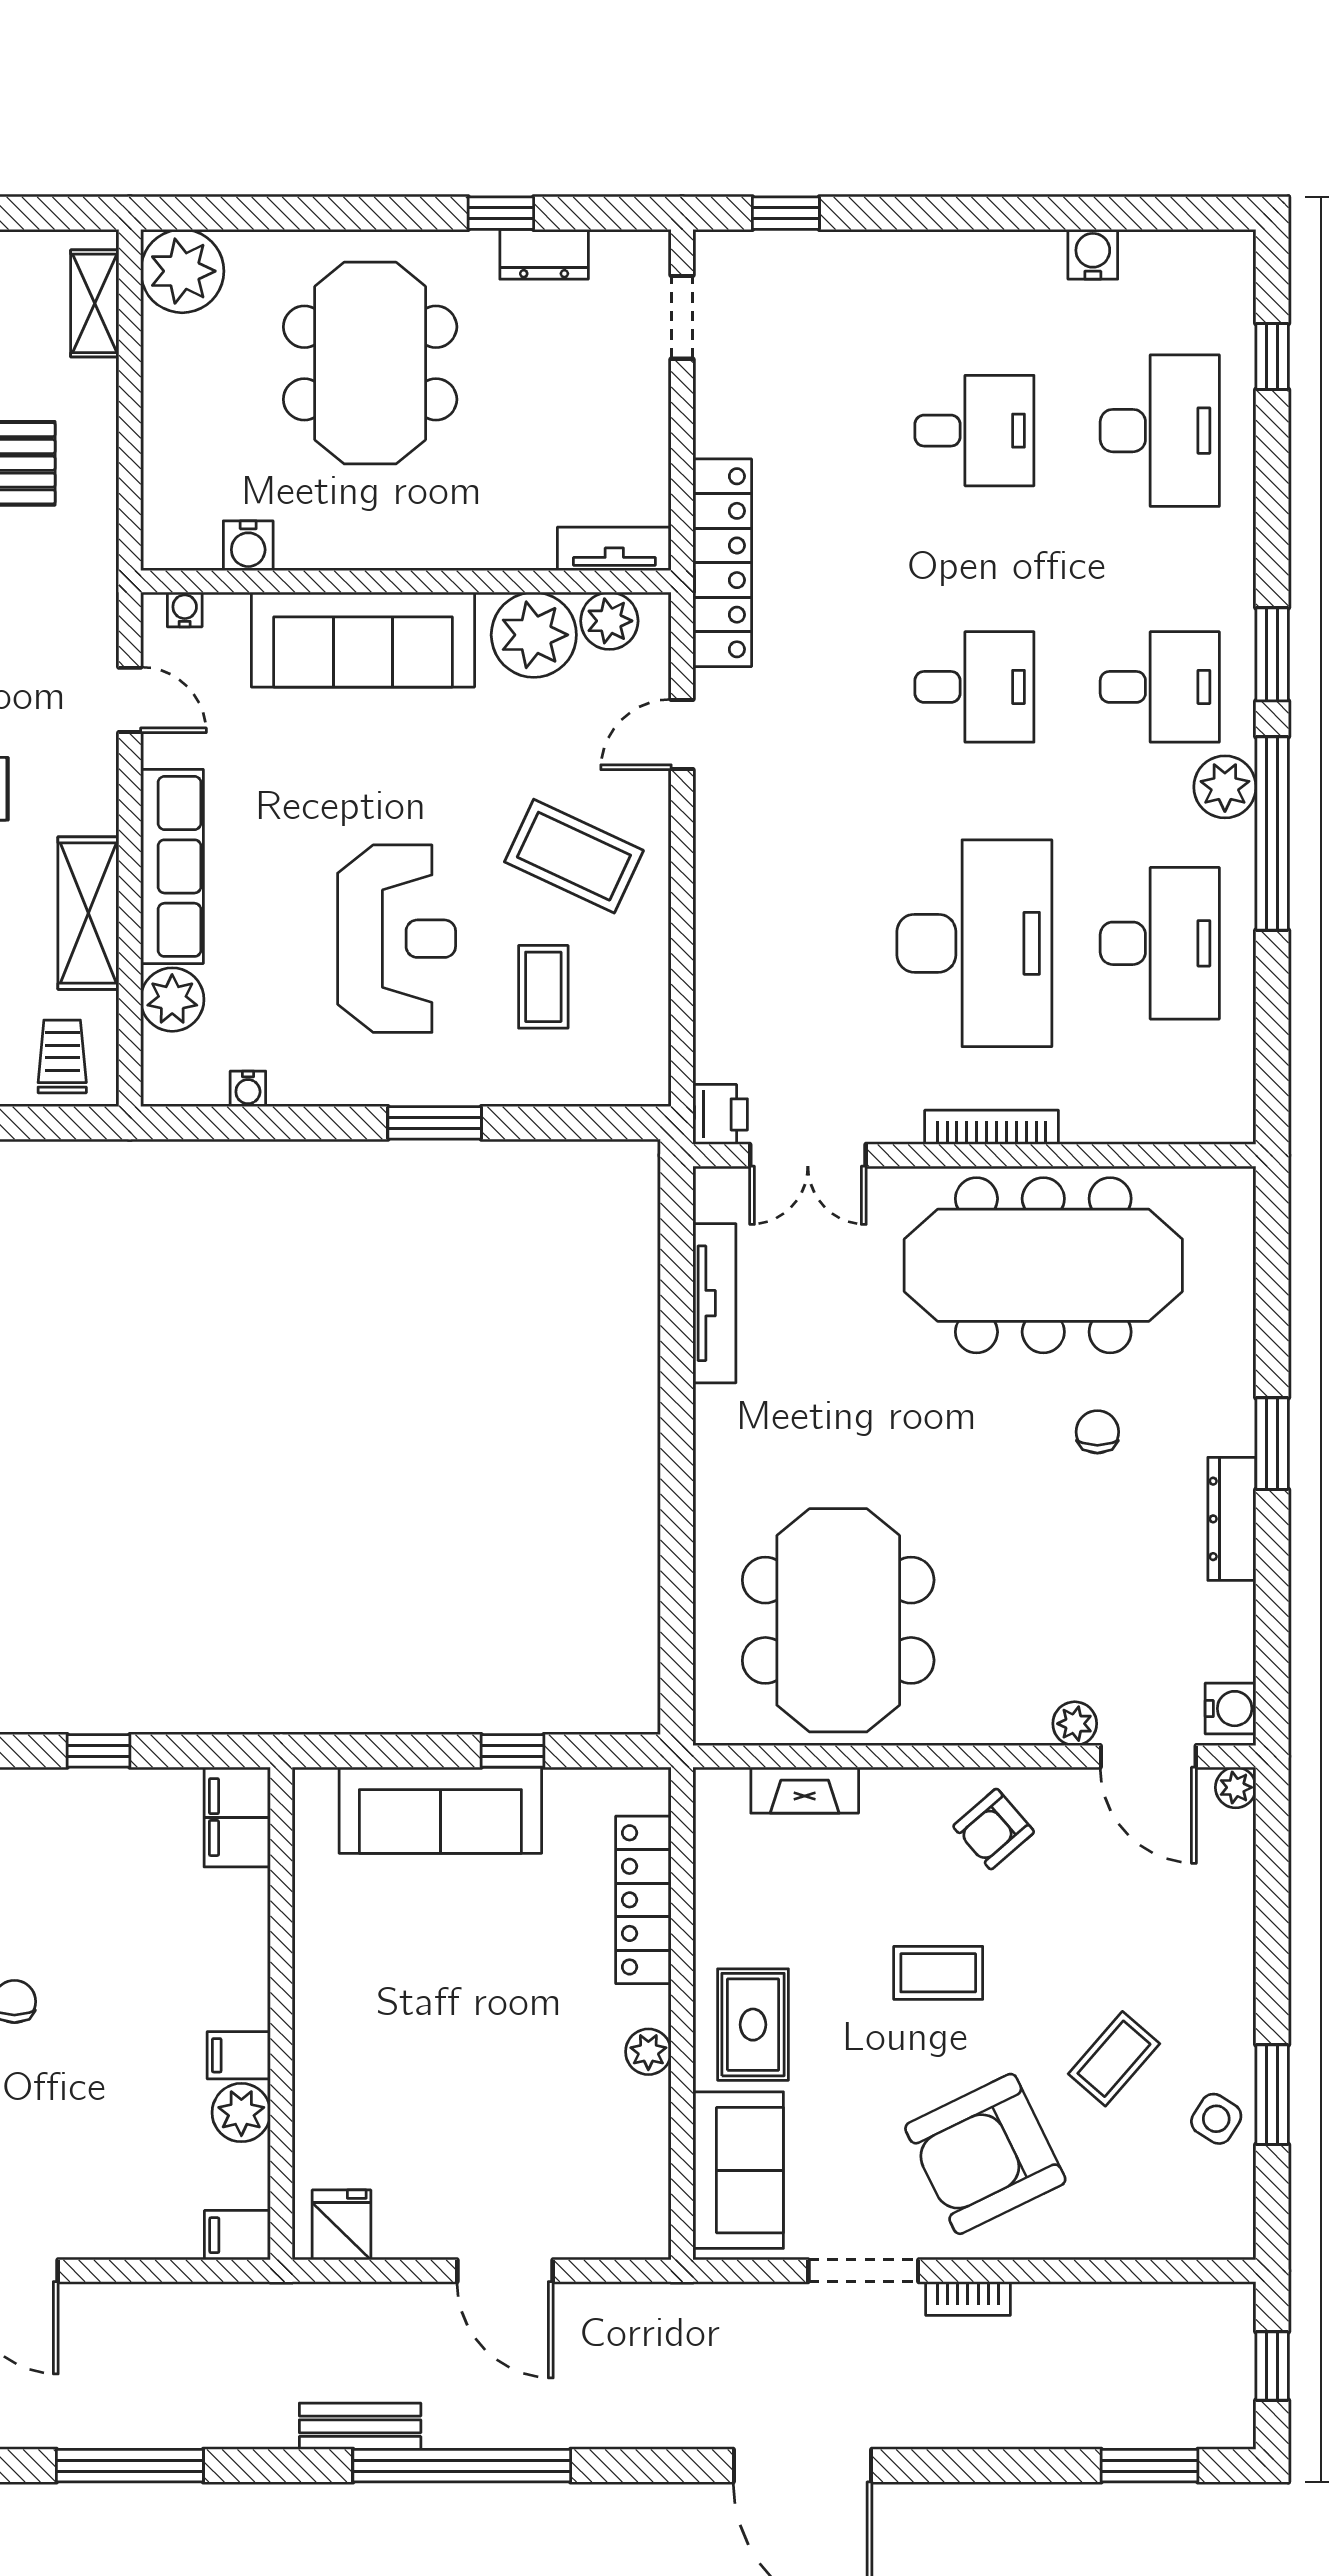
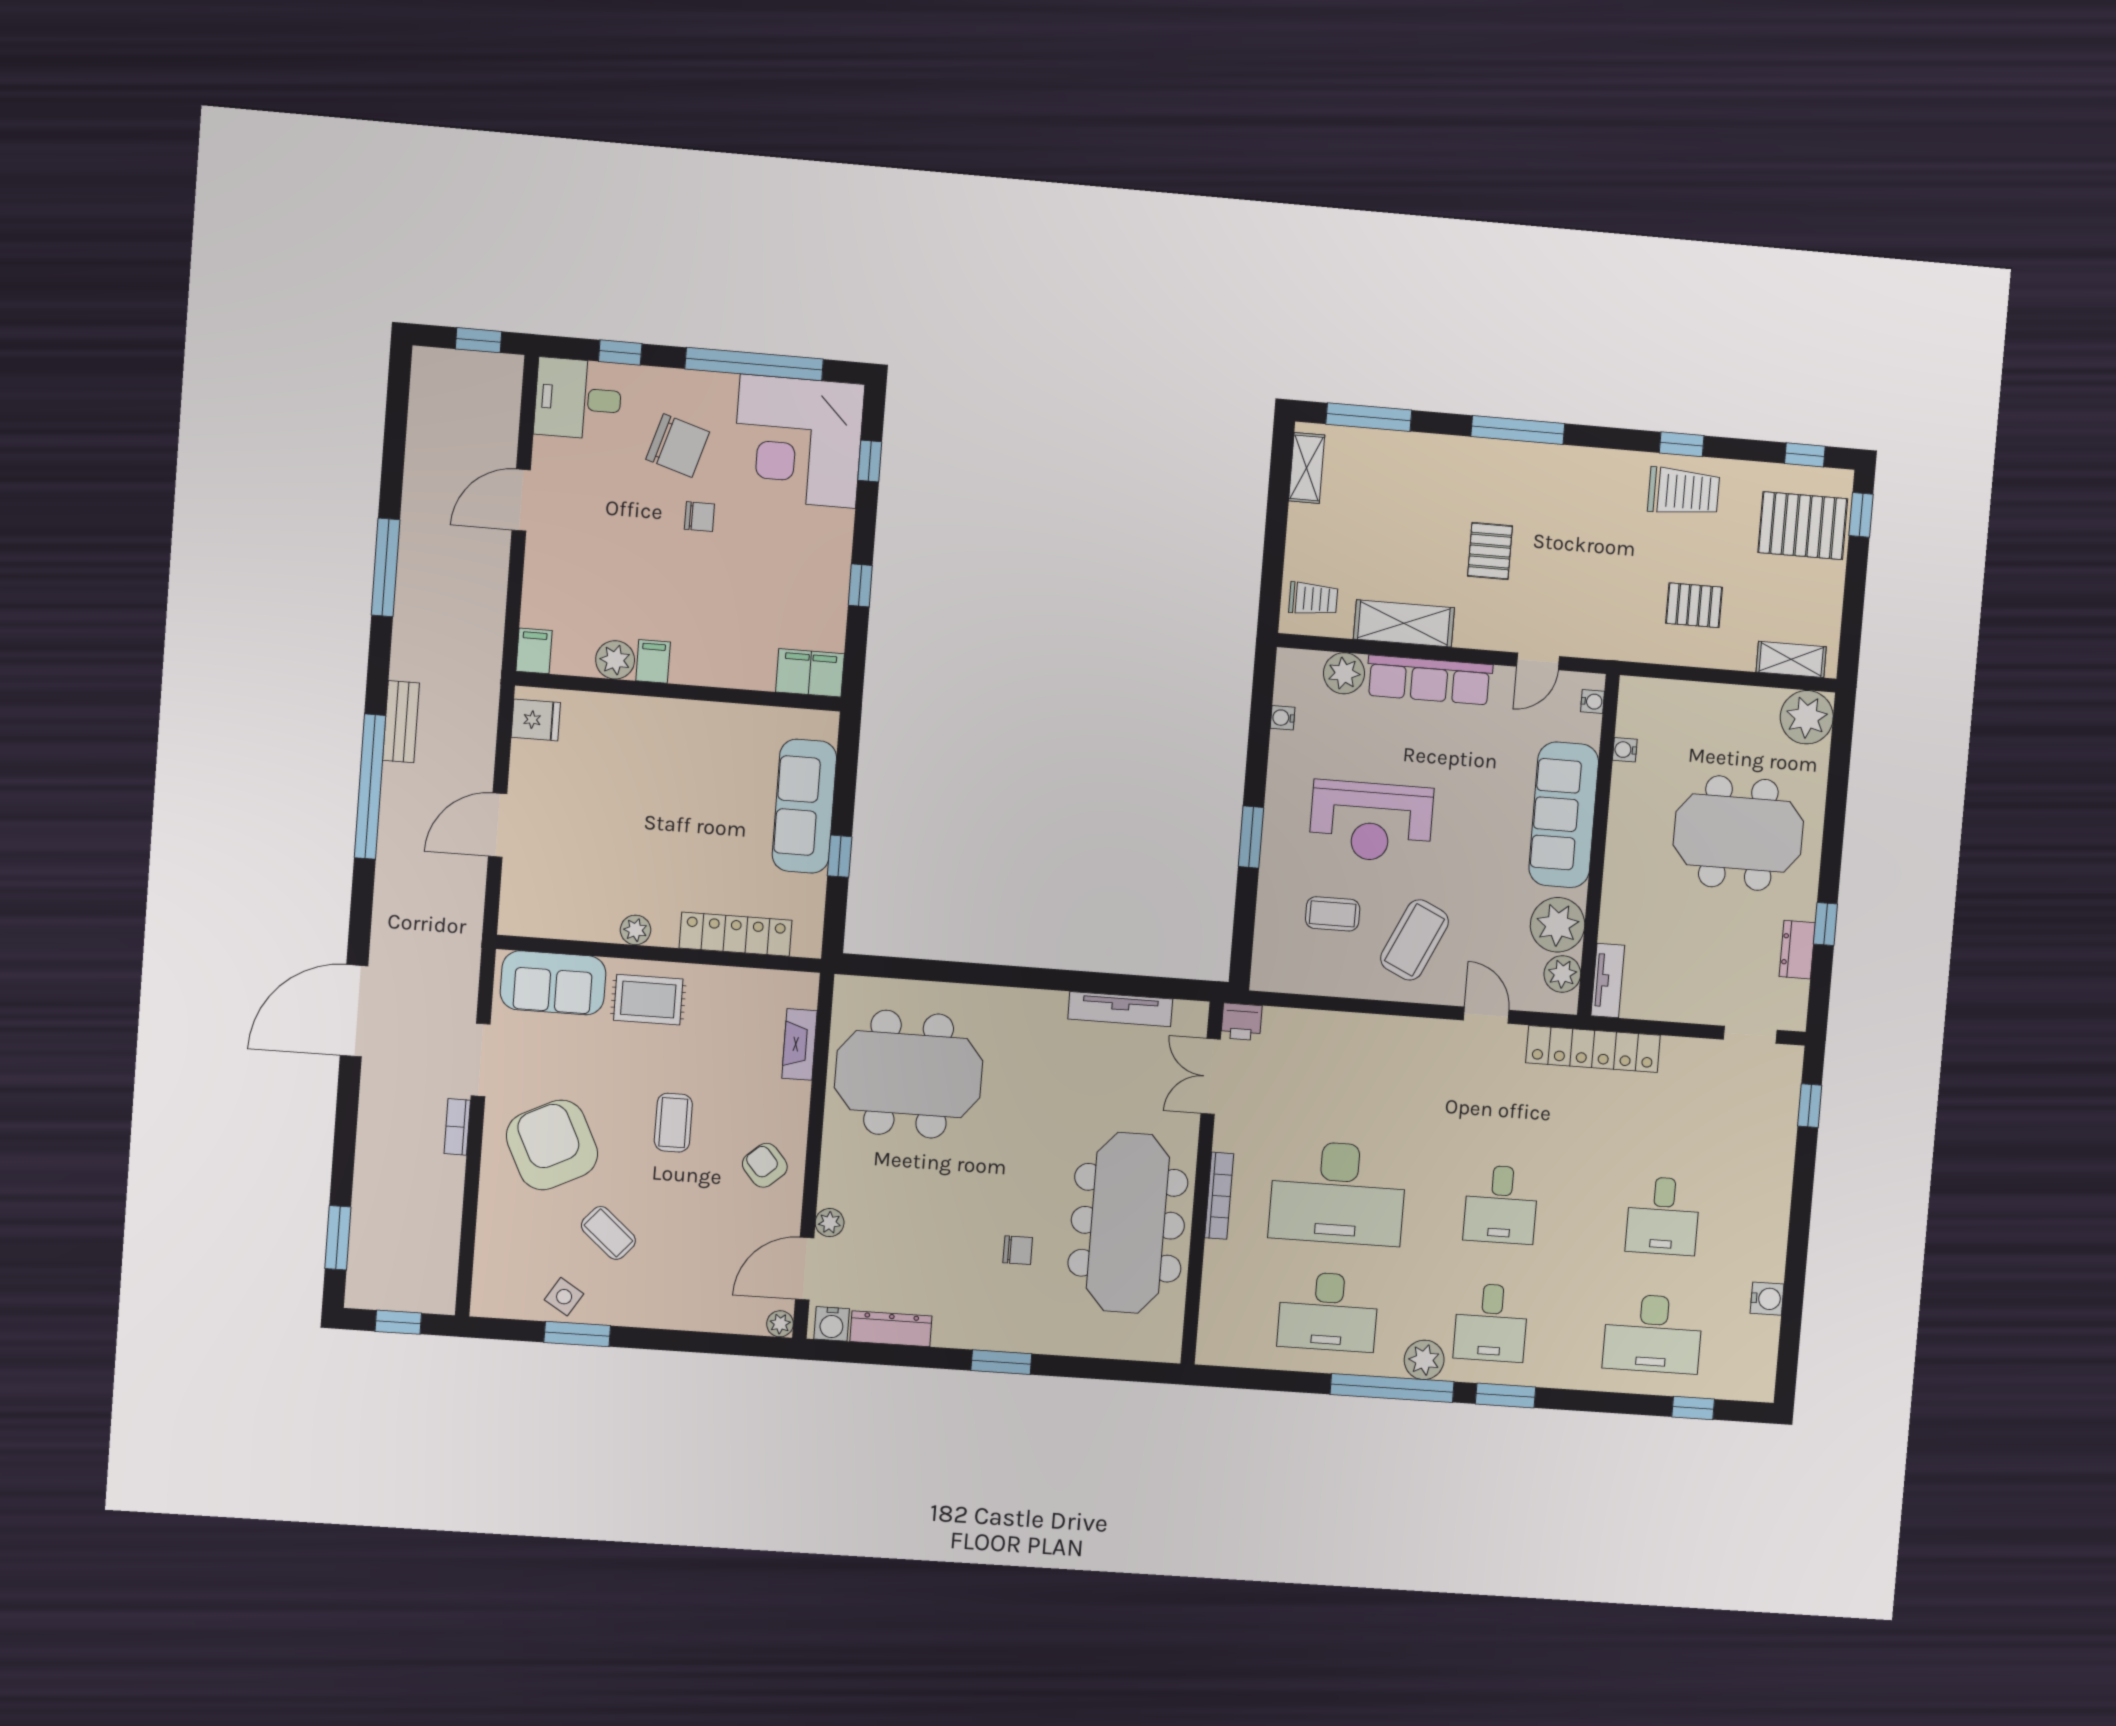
water cooler: (248, 546) -> (1625, 750), width x0.72, depth x0.72
dresser: (1232, 1519) -> (891, 1329), moved

